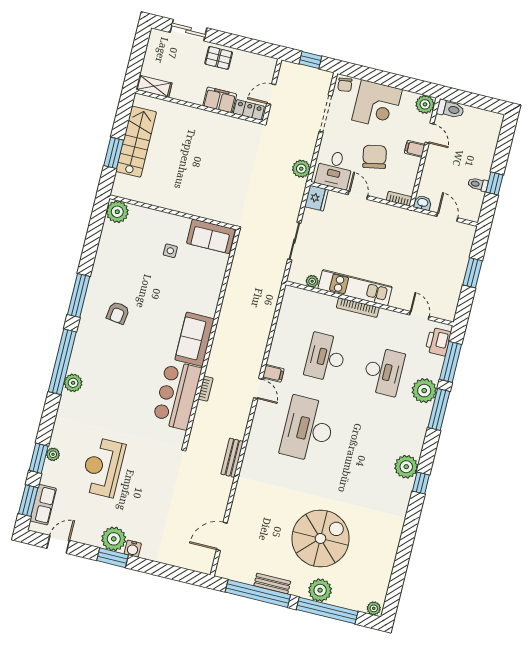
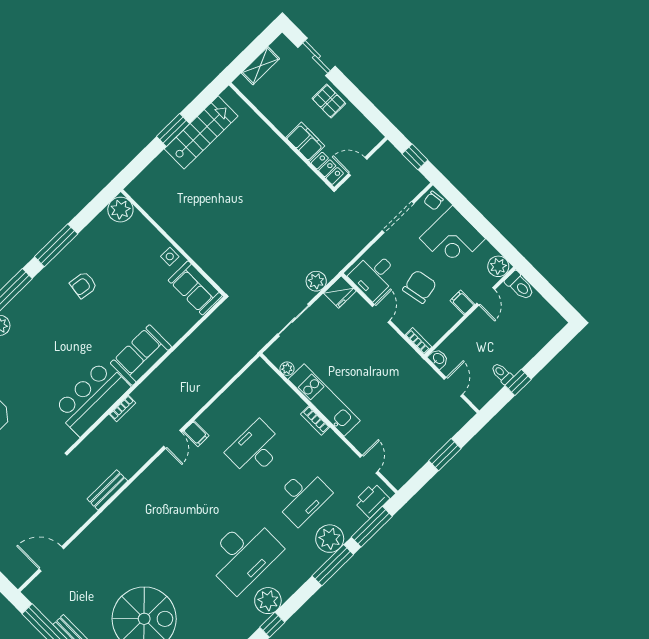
shelving: (154, 86) -> (260, 66), moved, turned 90
plant: (301, 169) -> (316, 281), moved
plant: (117, 212) -> (120, 210), moved
wall: (173, 212) -> (173, 243), moved
sofa: (211, 236) -> (195, 288), moved
bookcase: (358, 308) -> (315, 421), width x0.64
desk: (308, 429) -> (243, 555), moved, turned 180

